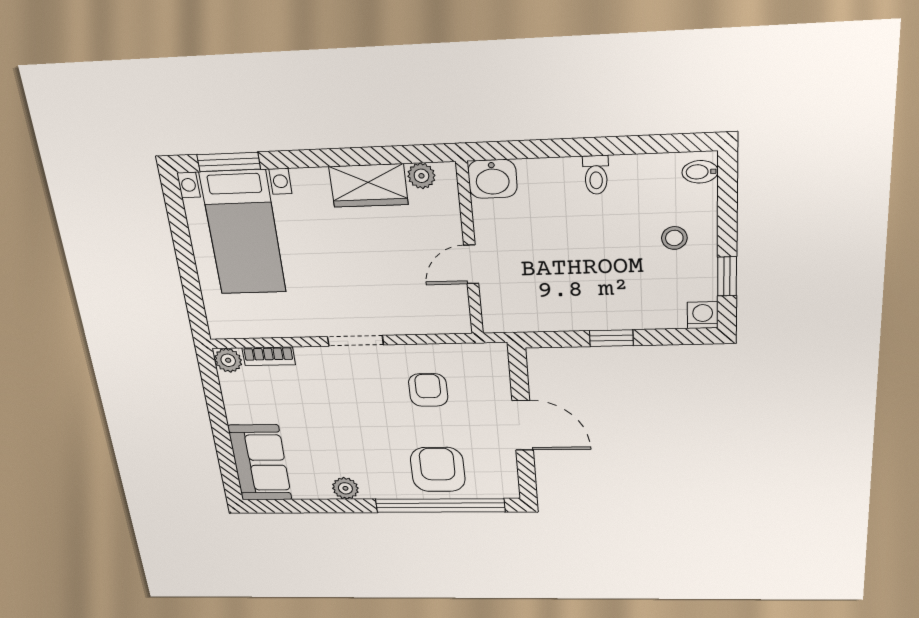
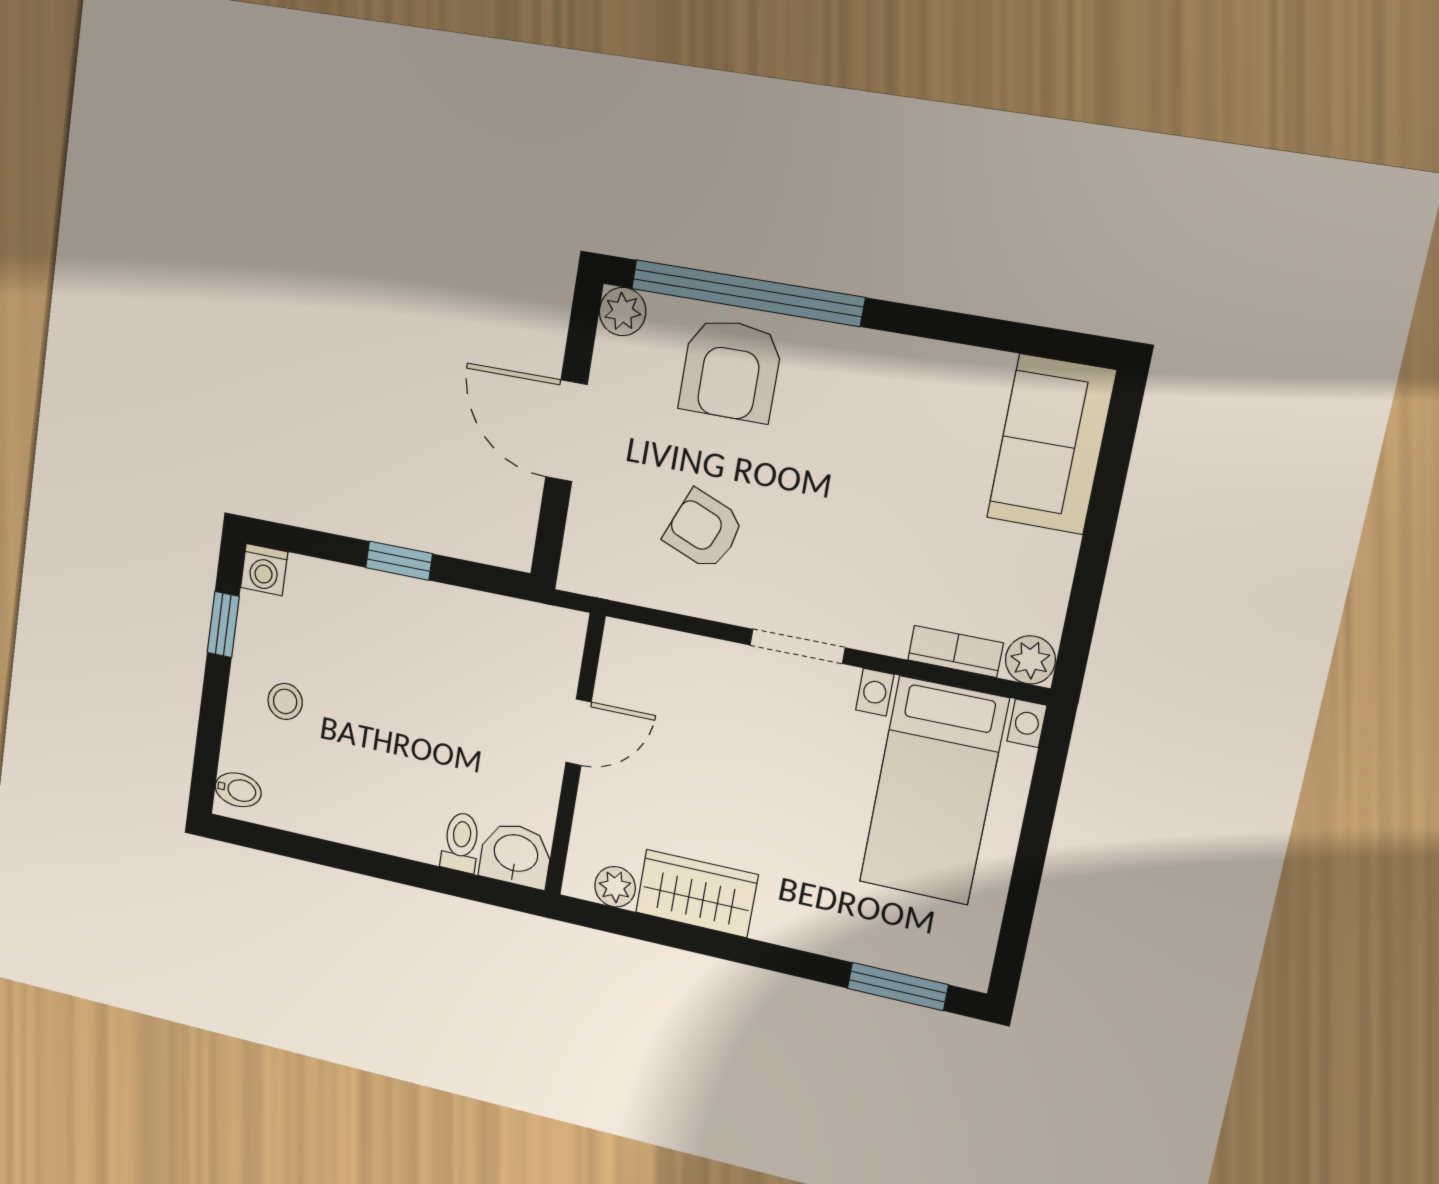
toilet: (596, 175) -> (461, 842), moved
bed with nightstands: (243, 233) -> (934, 791), moved, turned 180
armchair: (428, 390) -> (704, 530), turned 112
plant: (345, 488) -> (623, 312), moved

